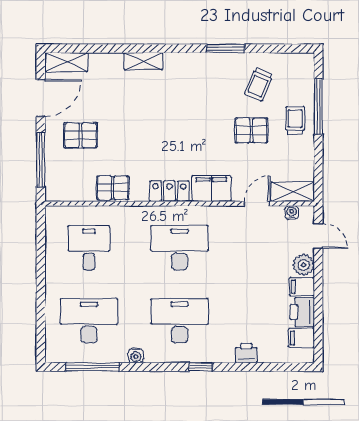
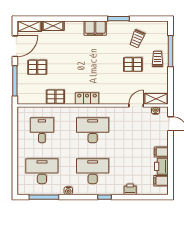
shelving: (143, 61) -> (53, 26), moved
filing cabinet: (211, 189) -> (95, 28), moved, turned 180
plant: (304, 265) -> (162, 140), removed

